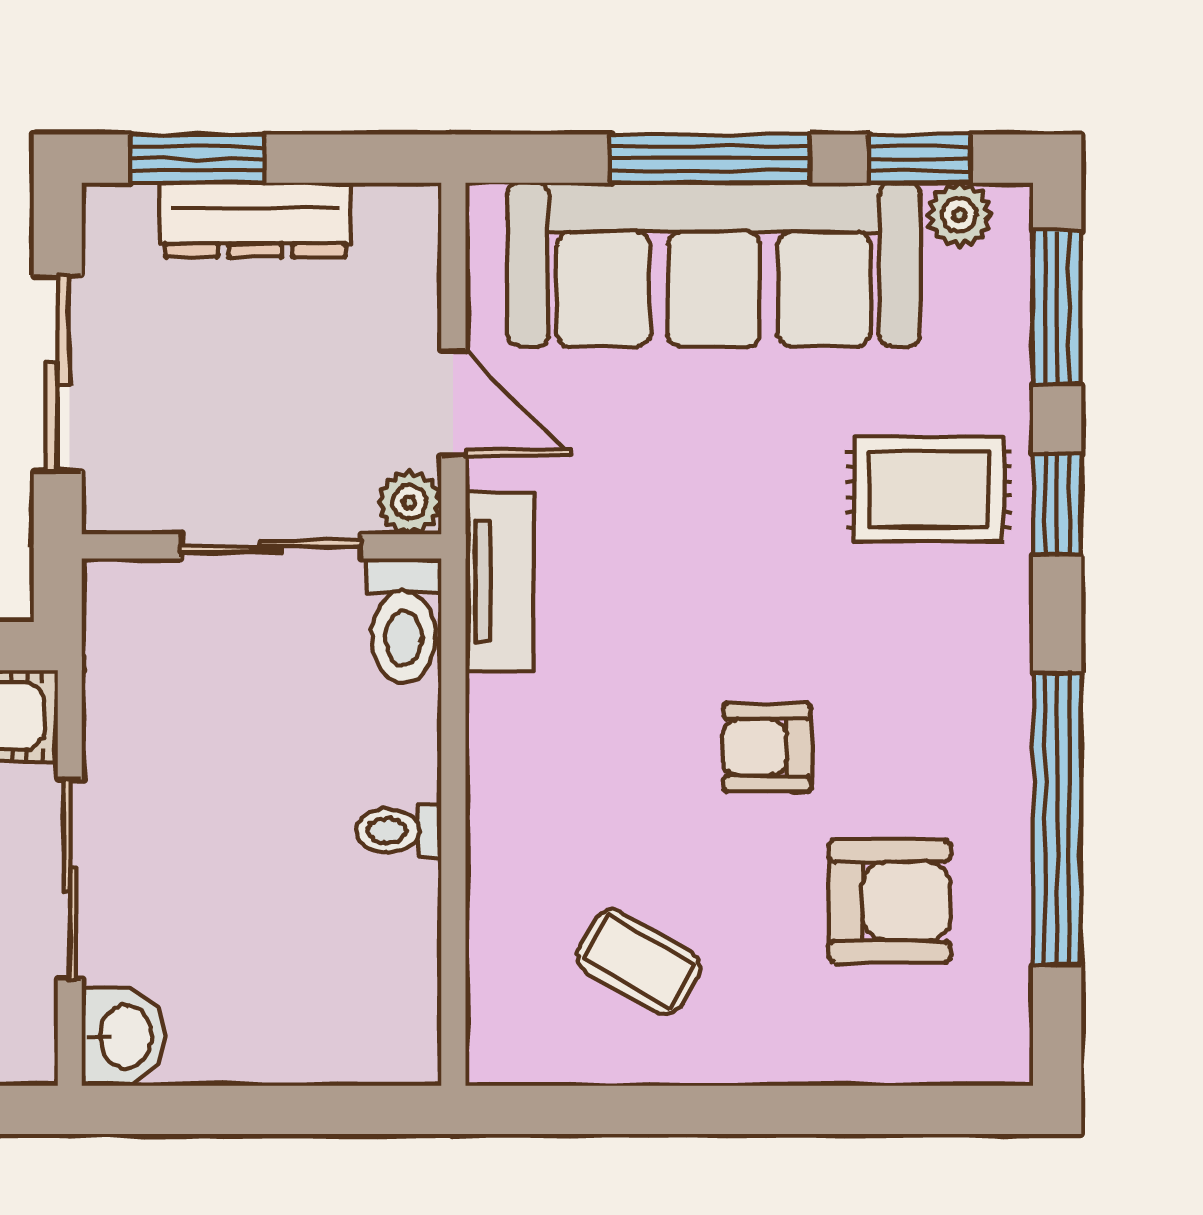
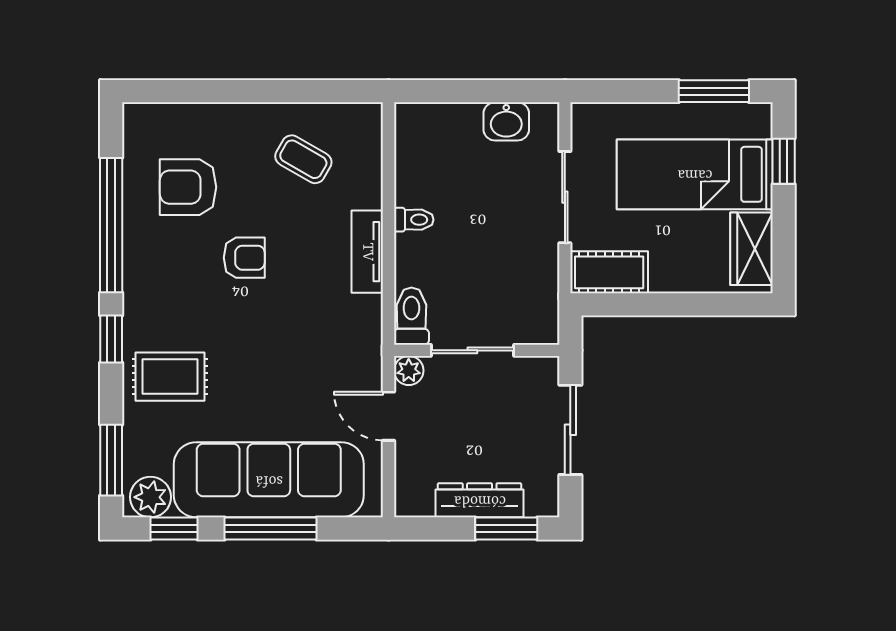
plant: (959, 215) -> (150, 497), width x1.38, depth x1.38
window: (1057, 504) -> (111, 339), moved
tv unit: (500, 582) -> (367, 252), moved
washbasin: (123, 1037) -> (506, 121), moved, turned -90

